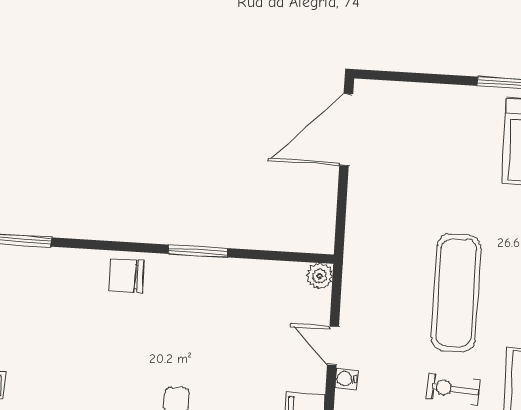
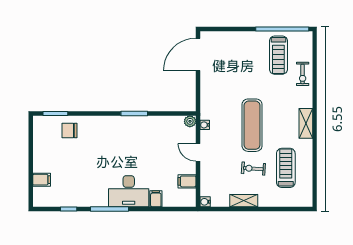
chair: (127, 276) -> (69, 130), moved
water cooler: (346, 379) -> (205, 125), moved

